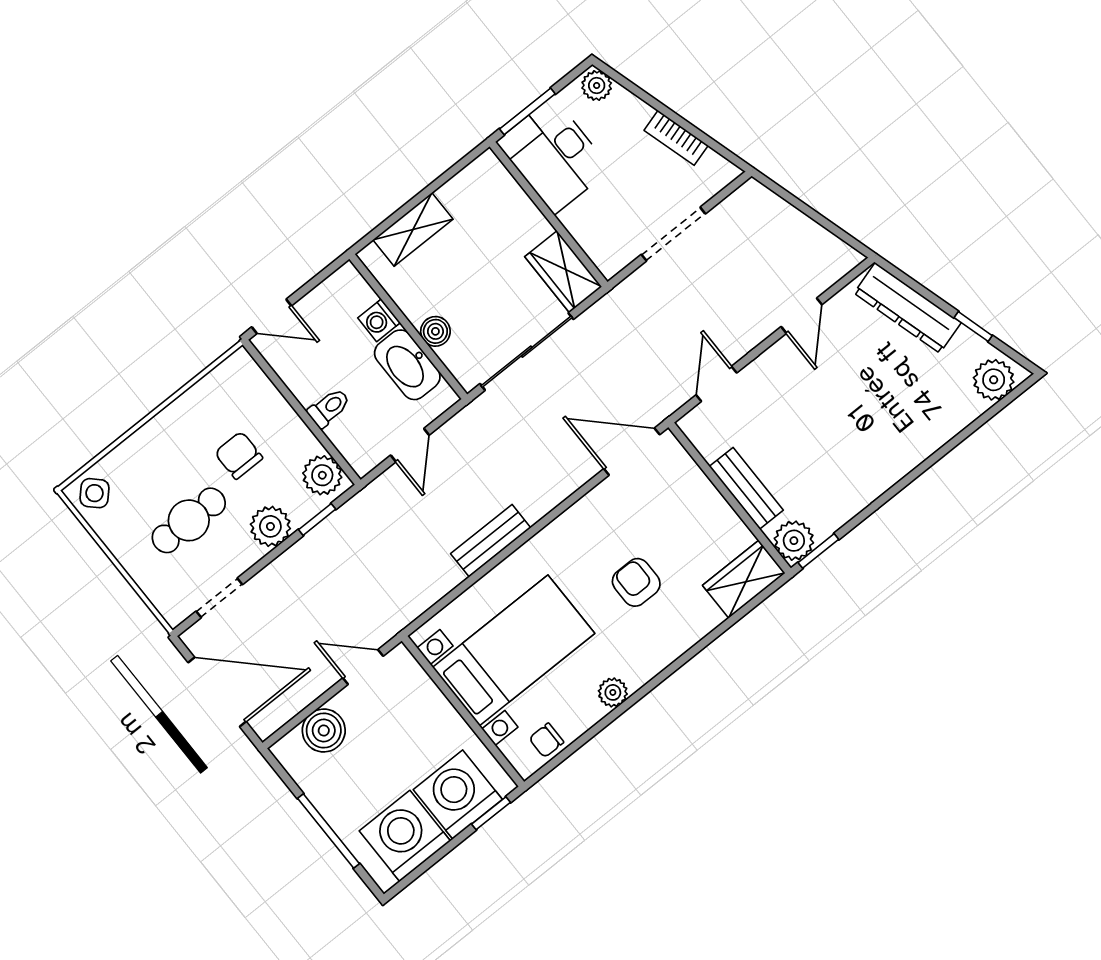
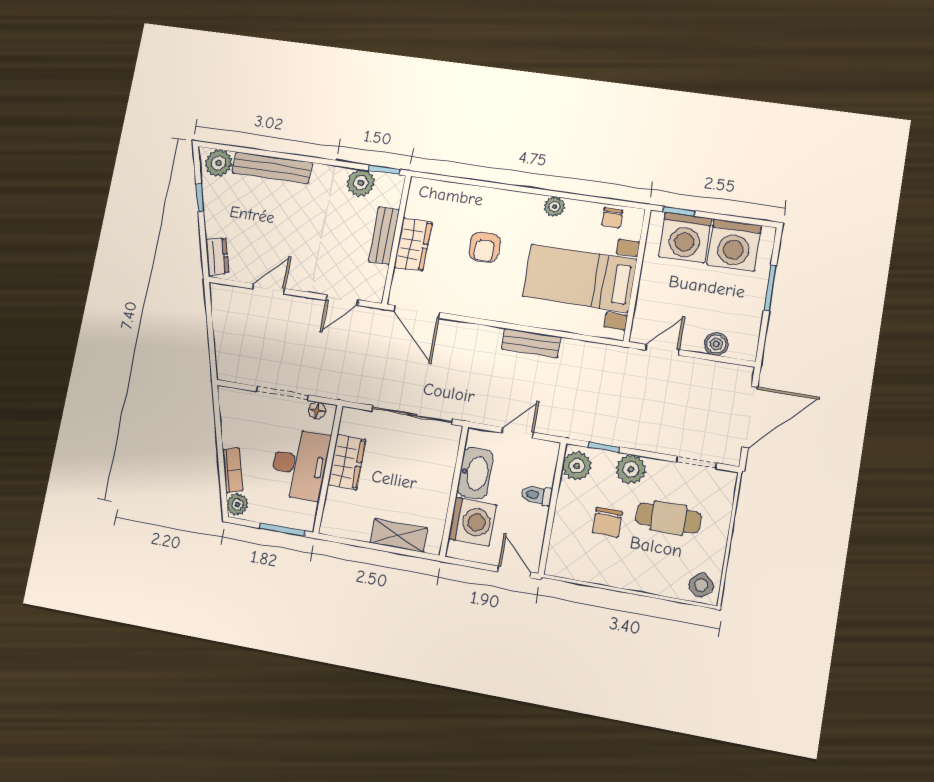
bookcase: (676, 138) -> (233, 470), moved
desk: (554, 155) -> (300, 465), moved
floor lamp: (621, 256) -> (317, 410), added
wardrobe: (563, 272) -> (347, 462), moved
dresser: (908, 308) -> (217, 257), width x0.51, depth x0.80
washing machine: (379, 320) -> (472, 522), width x1.89, depth x1.89
boiler: (435, 331) -> (444, 474), removed
bench: (933, 434) -> (272, 168), added
plant: (794, 541) -> (361, 183), moved
wardrobe: (744, 579) -> (413, 244), moved, turned -90
door: (363, 667) -> (662, 350), swing flipped
door: (217, 692) -> (750, 417), swing flipped
boiler: (324, 731) -> (716, 344), width x0.73, depth x0.73
chair: (546, 740) -> (612, 218), turned 90
window: (329, 831) -> (770, 288), width x0.69

